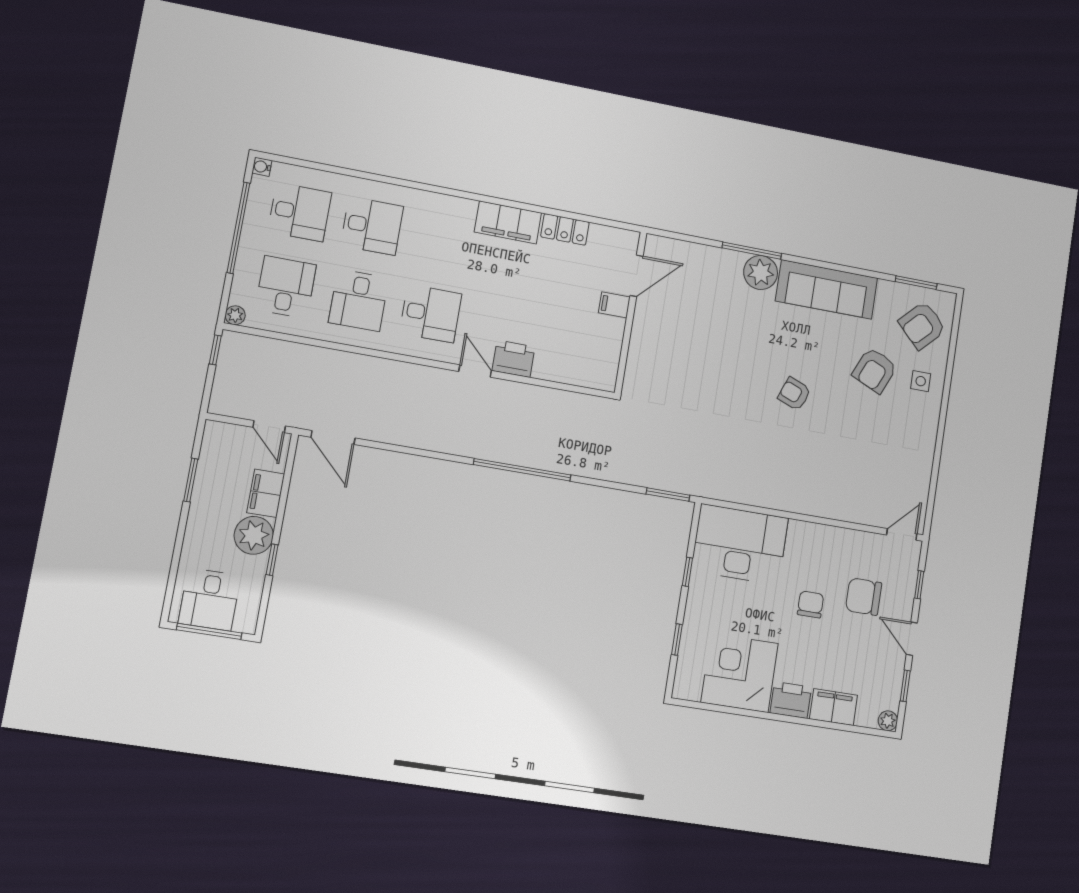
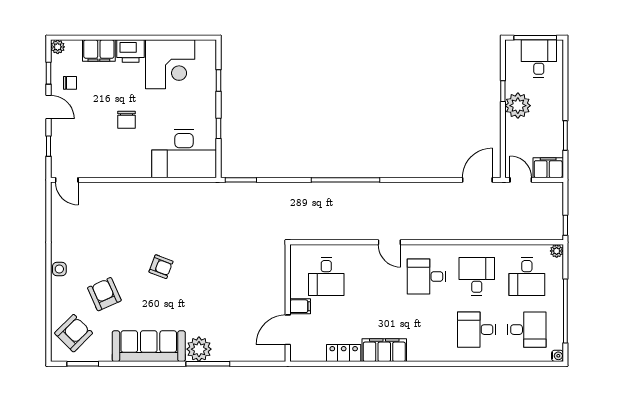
desk: (300, 212) -> (527, 330), turned 180
desk: (572, 339) -> (326, 276), added
printer: (513, 359) -> (364, 256), removed
armchair: (875, 370) -> (104, 294), turned -48
side table: (921, 381) -> (59, 269), moved
door: (333, 438) -> (477, 180), hinge flipped
filing cabinet: (266, 493) -> (548, 168), moved, turned -90
door: (902, 534) -> (67, 180), hinge flipped
chair: (864, 597) -> (70, 83), moved, width x0.54, depth x0.54

